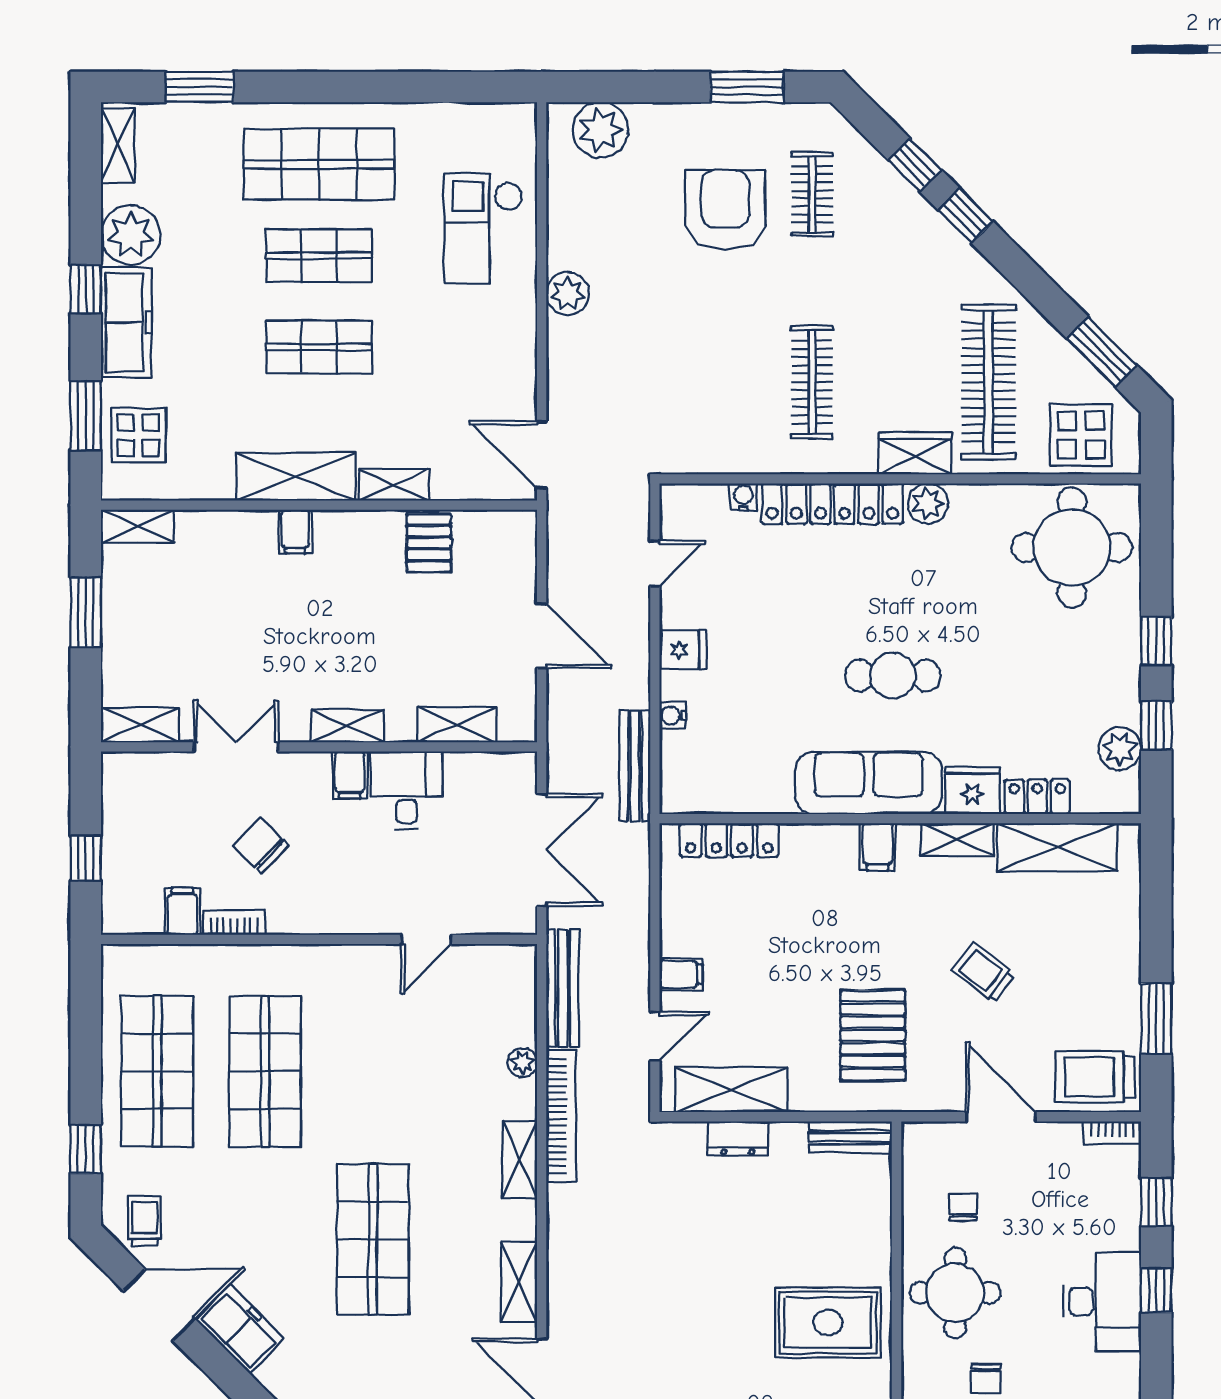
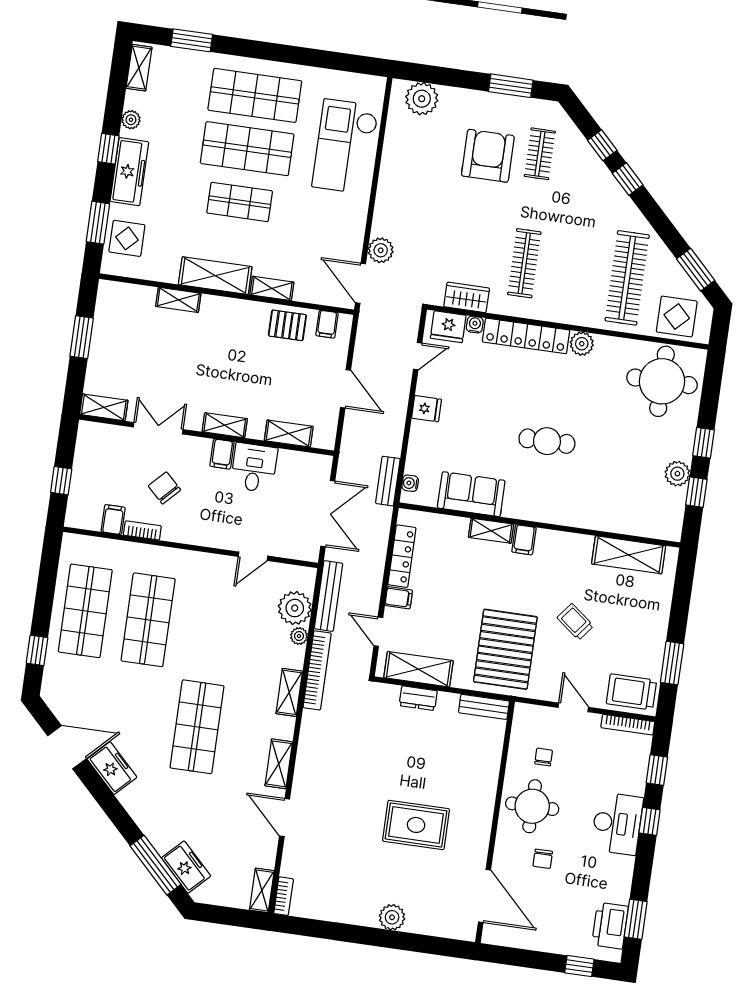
checkout: (483, 229) -> (345, 146), width x1.36, depth x1.21
plant: (131, 235) -> (131, 120), width x0.53, depth x0.53
shop shelf: (319, 256) -> (247, 149), width x1.43, depth x1.36
plant: (568, 293) -> (381, 250), moved
wardrobe: (915, 453) -> (467, 297), moved
shelving: (137, 526) -> (178, 300), moved
filing cabinet: (295, 532) -> (327, 324), moved
pallet: (429, 543) -> (287, 325), turned 90
water cooler: (673, 716) -> (410, 483), moved
plant: (1120, 749) -> (677, 474), moved
bench: (635, 766) -> (388, 481), width x0.73
sofa: (869, 783) -> (471, 494), moved, width x0.73
fridge: (972, 790) -> (448, 327), moved, turned 180
locker: (1037, 797) -> (621, 524), removed
locker: (729, 840) -> (402, 556), moved, turned -90
shelving: (957, 840) -> (491, 531), moved
plant: (509, 1016) -> (295, 608), added
pallet: (873, 1035) -> (505, 649), width x1.37, depth x1.41
door: (655, 1036) -> (378, 632), swing flipped
door: (1001, 1117) -> (573, 707), width x0.73
bookcase: (1112, 1133) -> (628, 725), width x1.56
trolley: (144, 1221) -> (65, 697), removed
rug: (828, 1323) -> (416, 825), moved

